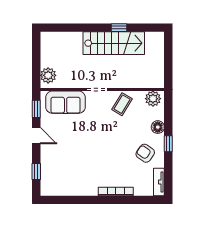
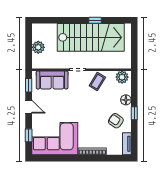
stairs: (114, 43) -> (91, 37), width x1.36, depth x1.51
plant: (48, 75) -> (38, 47), moved
corner sofa: (69, 176) -> (55, 139), added

